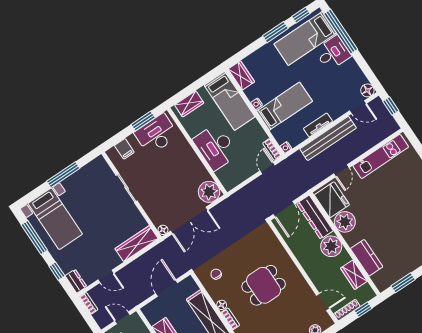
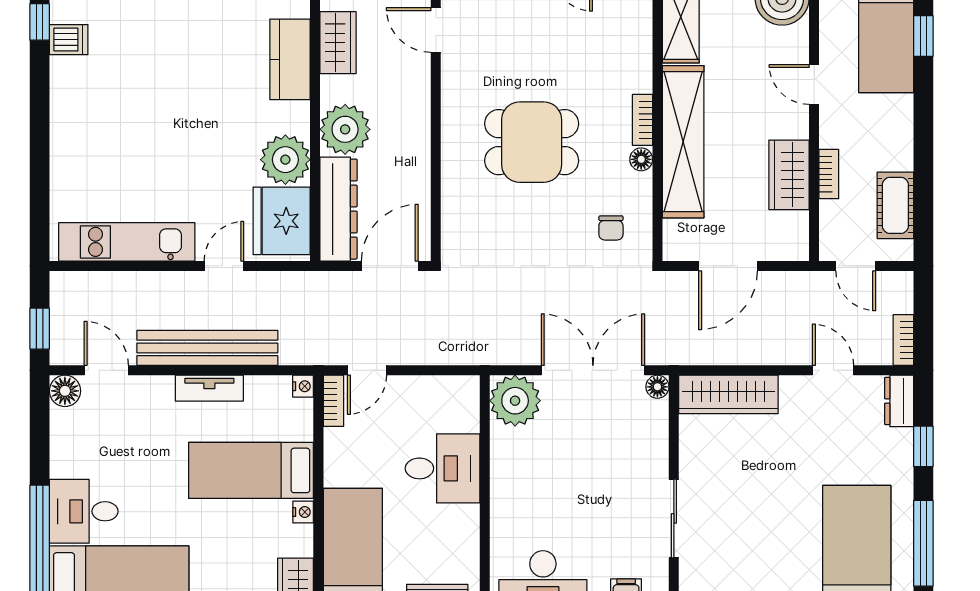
desk: (215, 147) -> (443, 468), width x0.73

